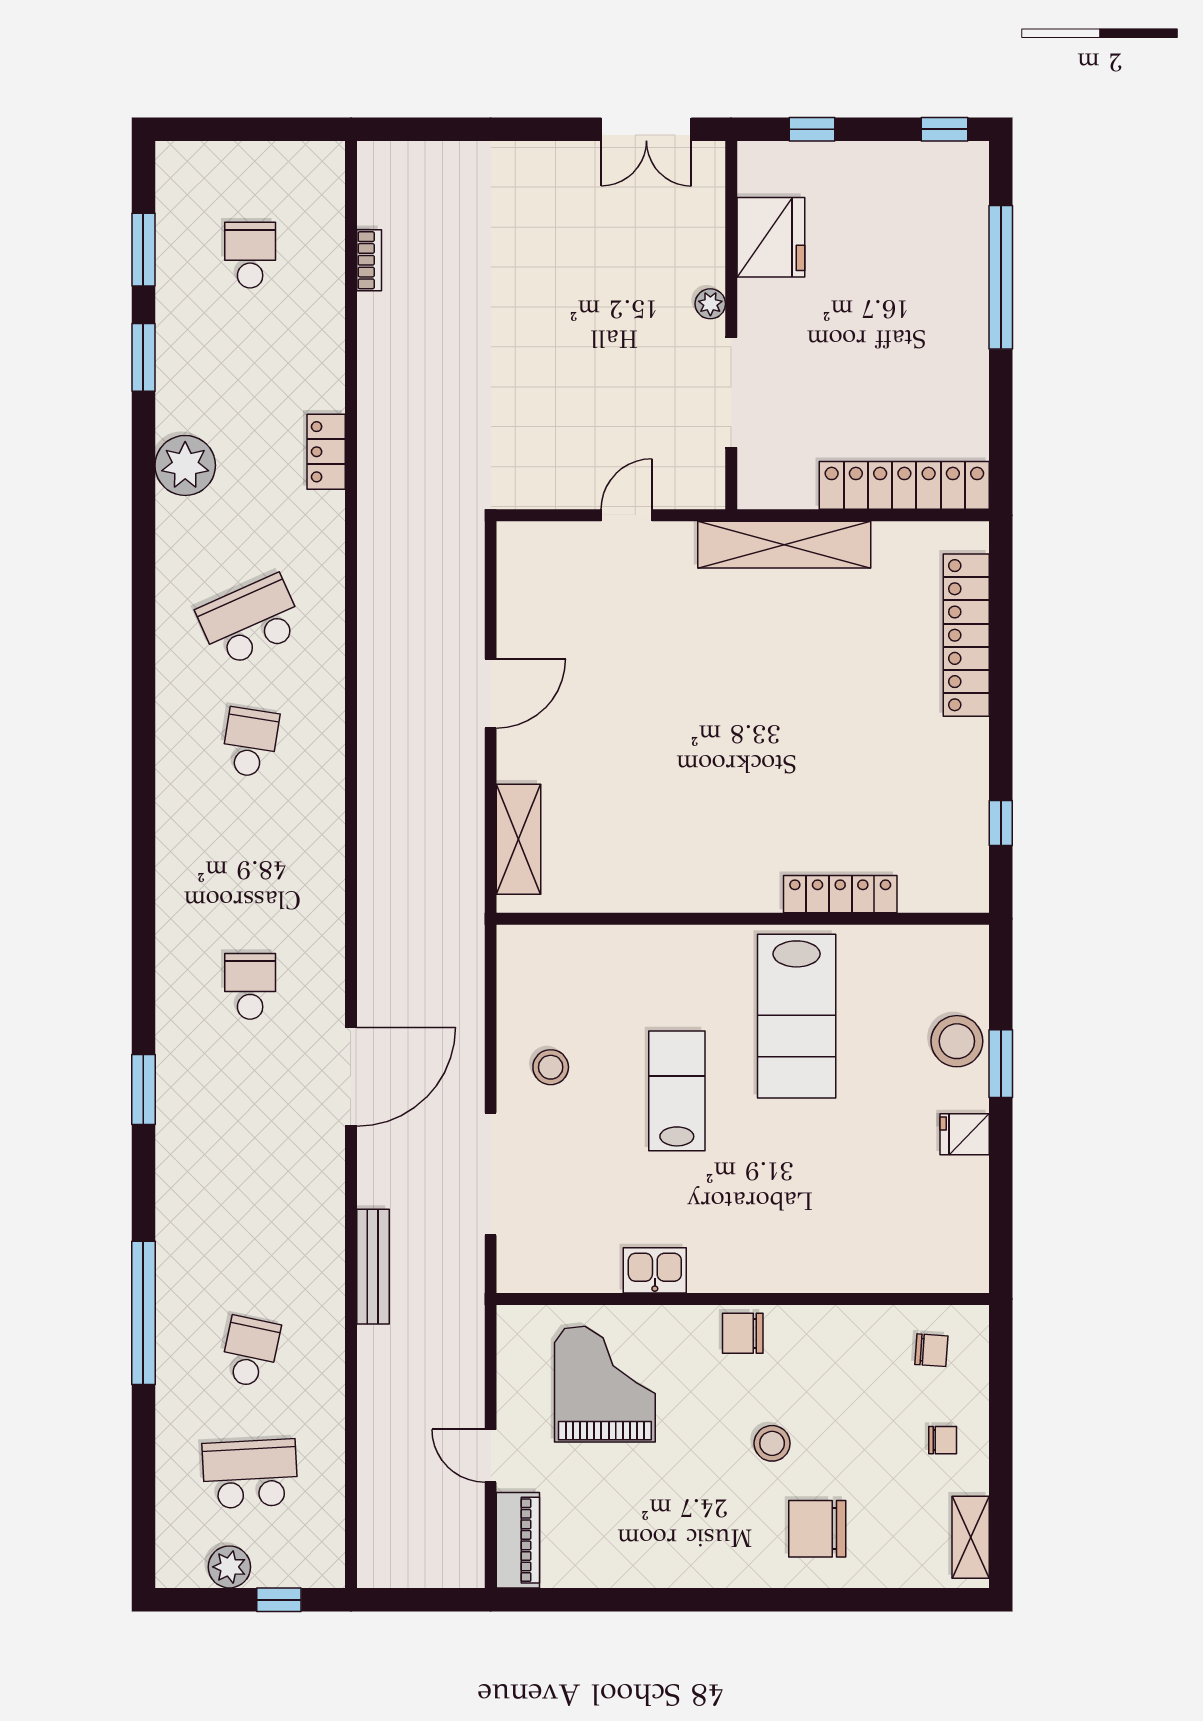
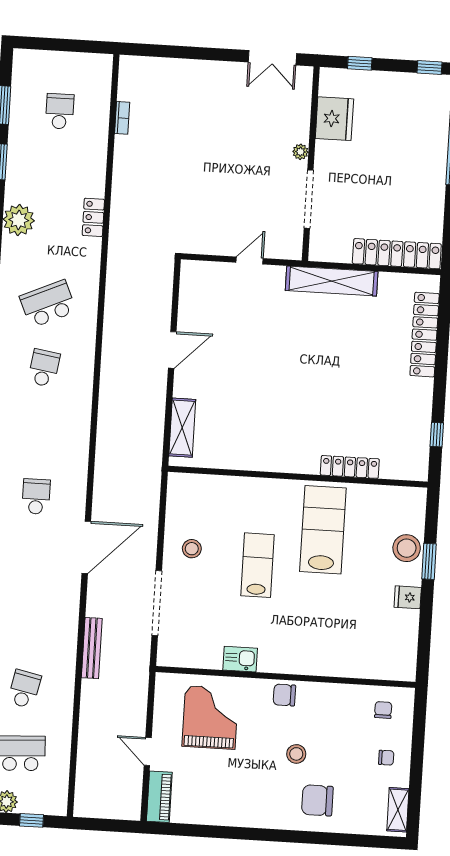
lab bench: (797, 1016) -> (323, 530), turned 180
chair: (931, 1350) -> (383, 710), turned -94

